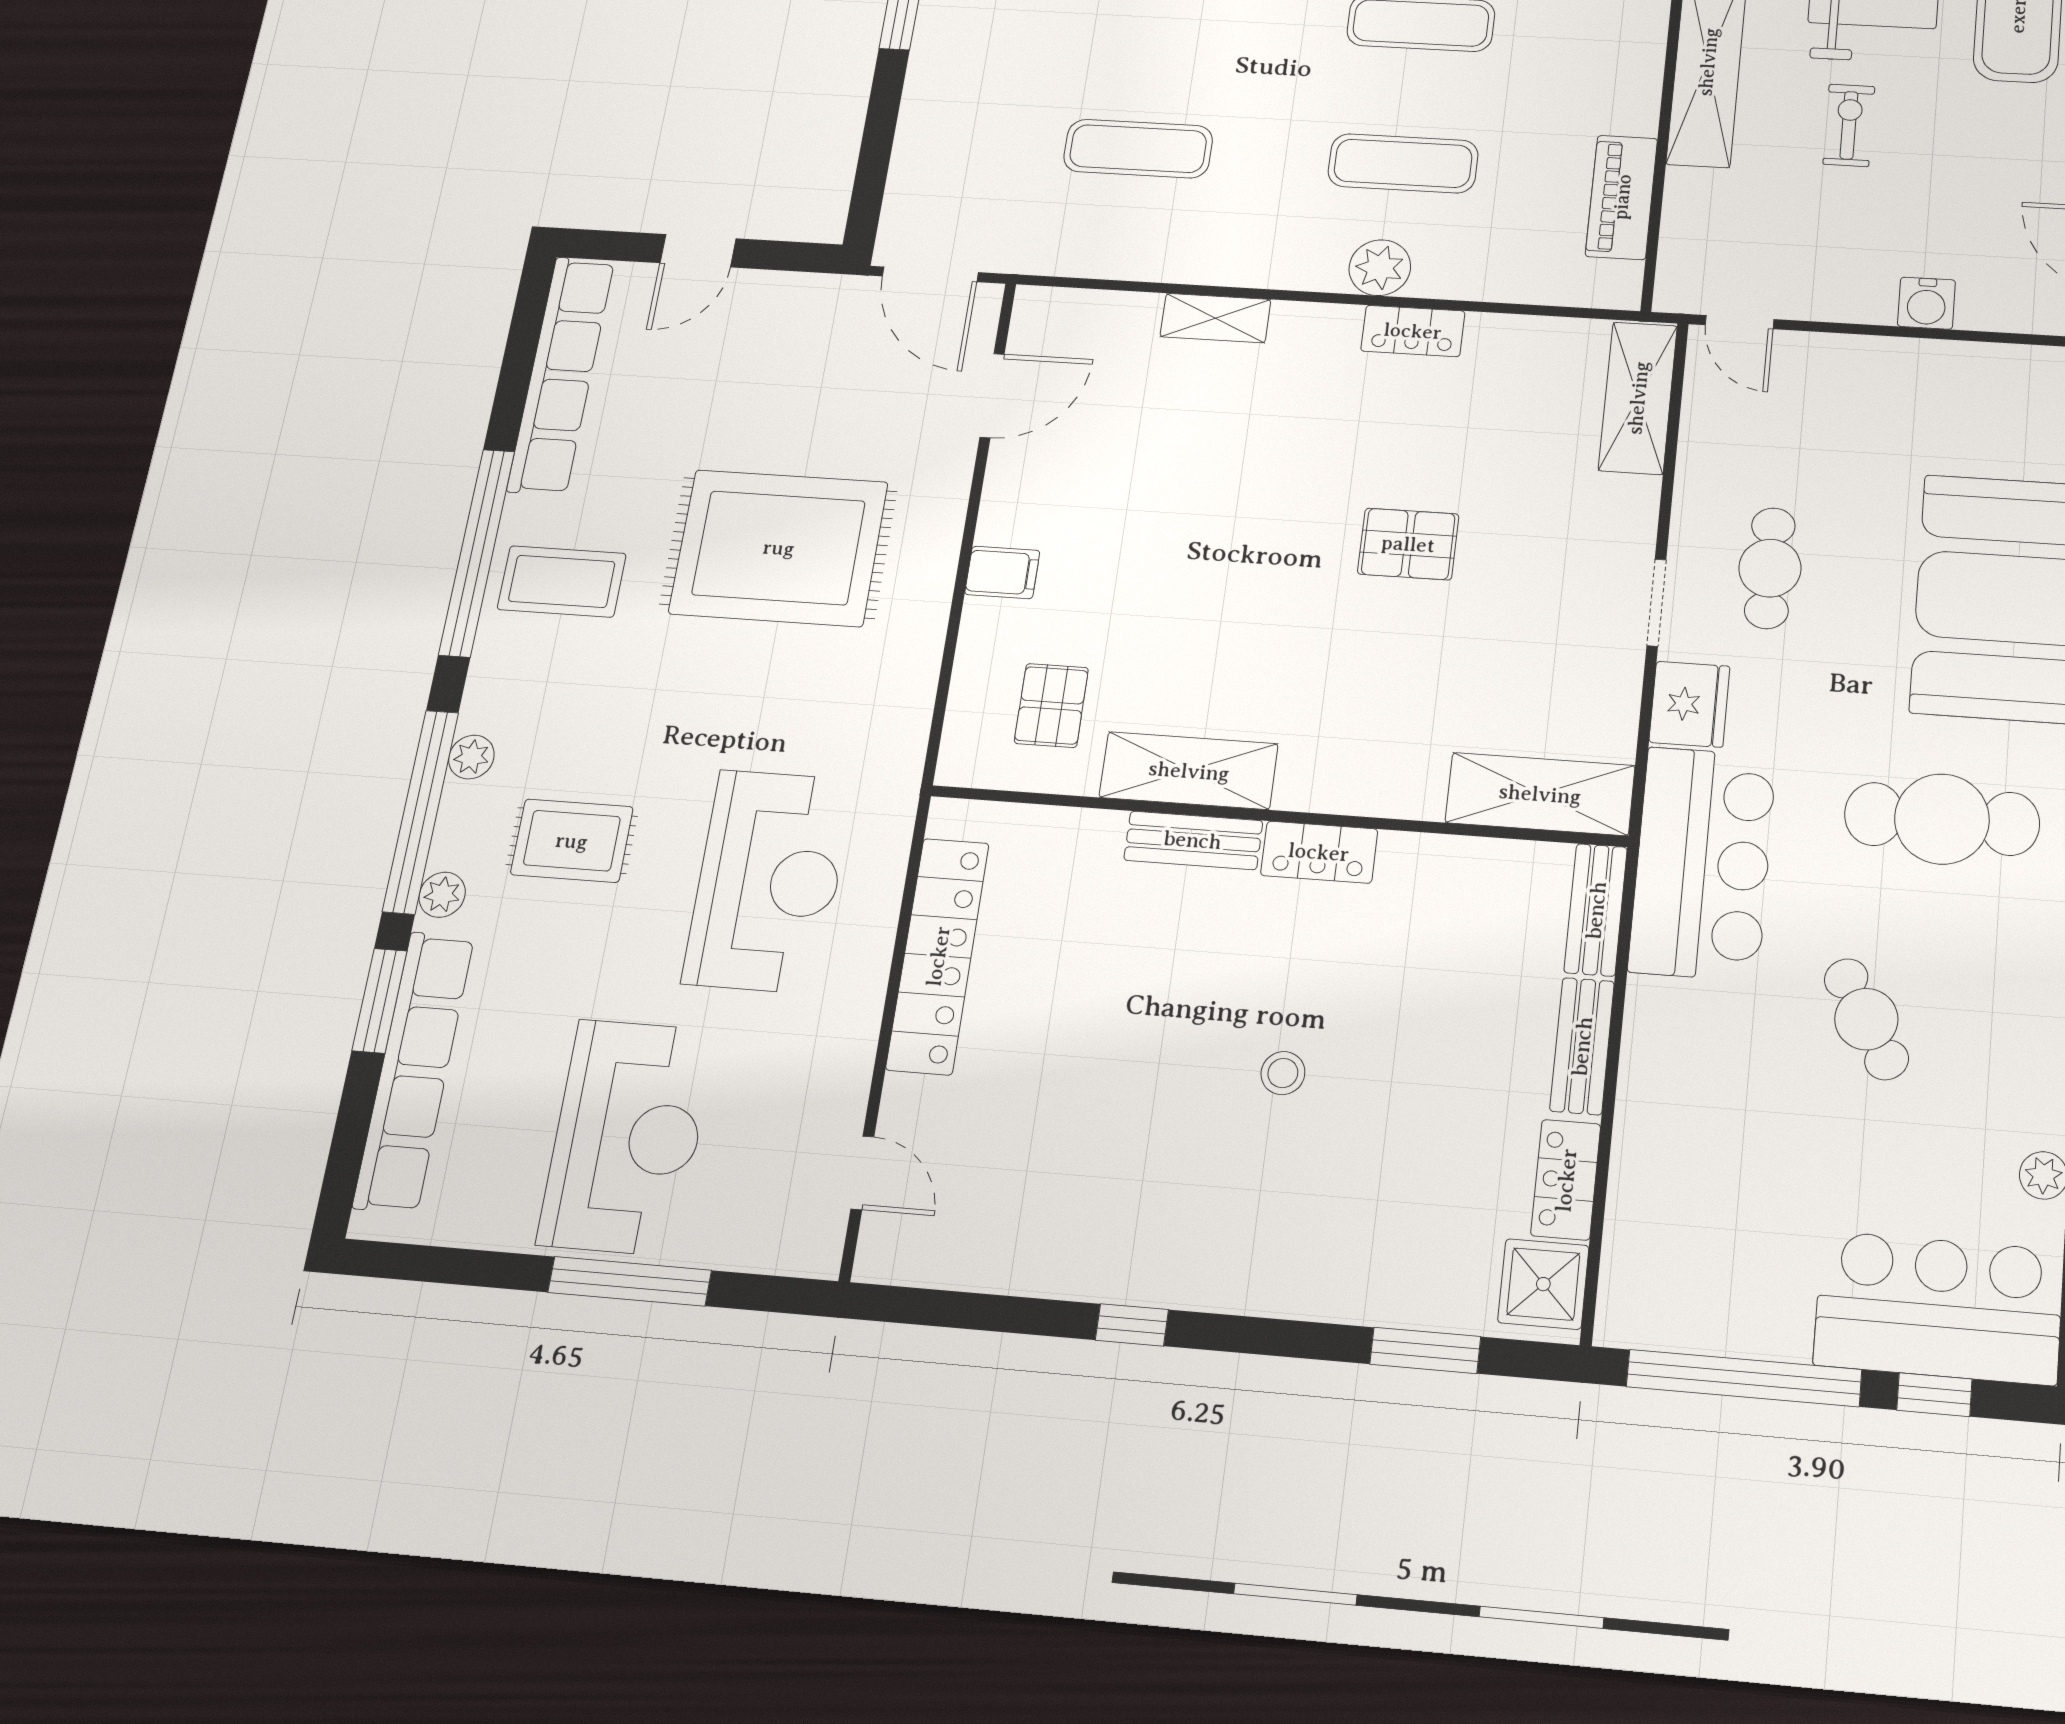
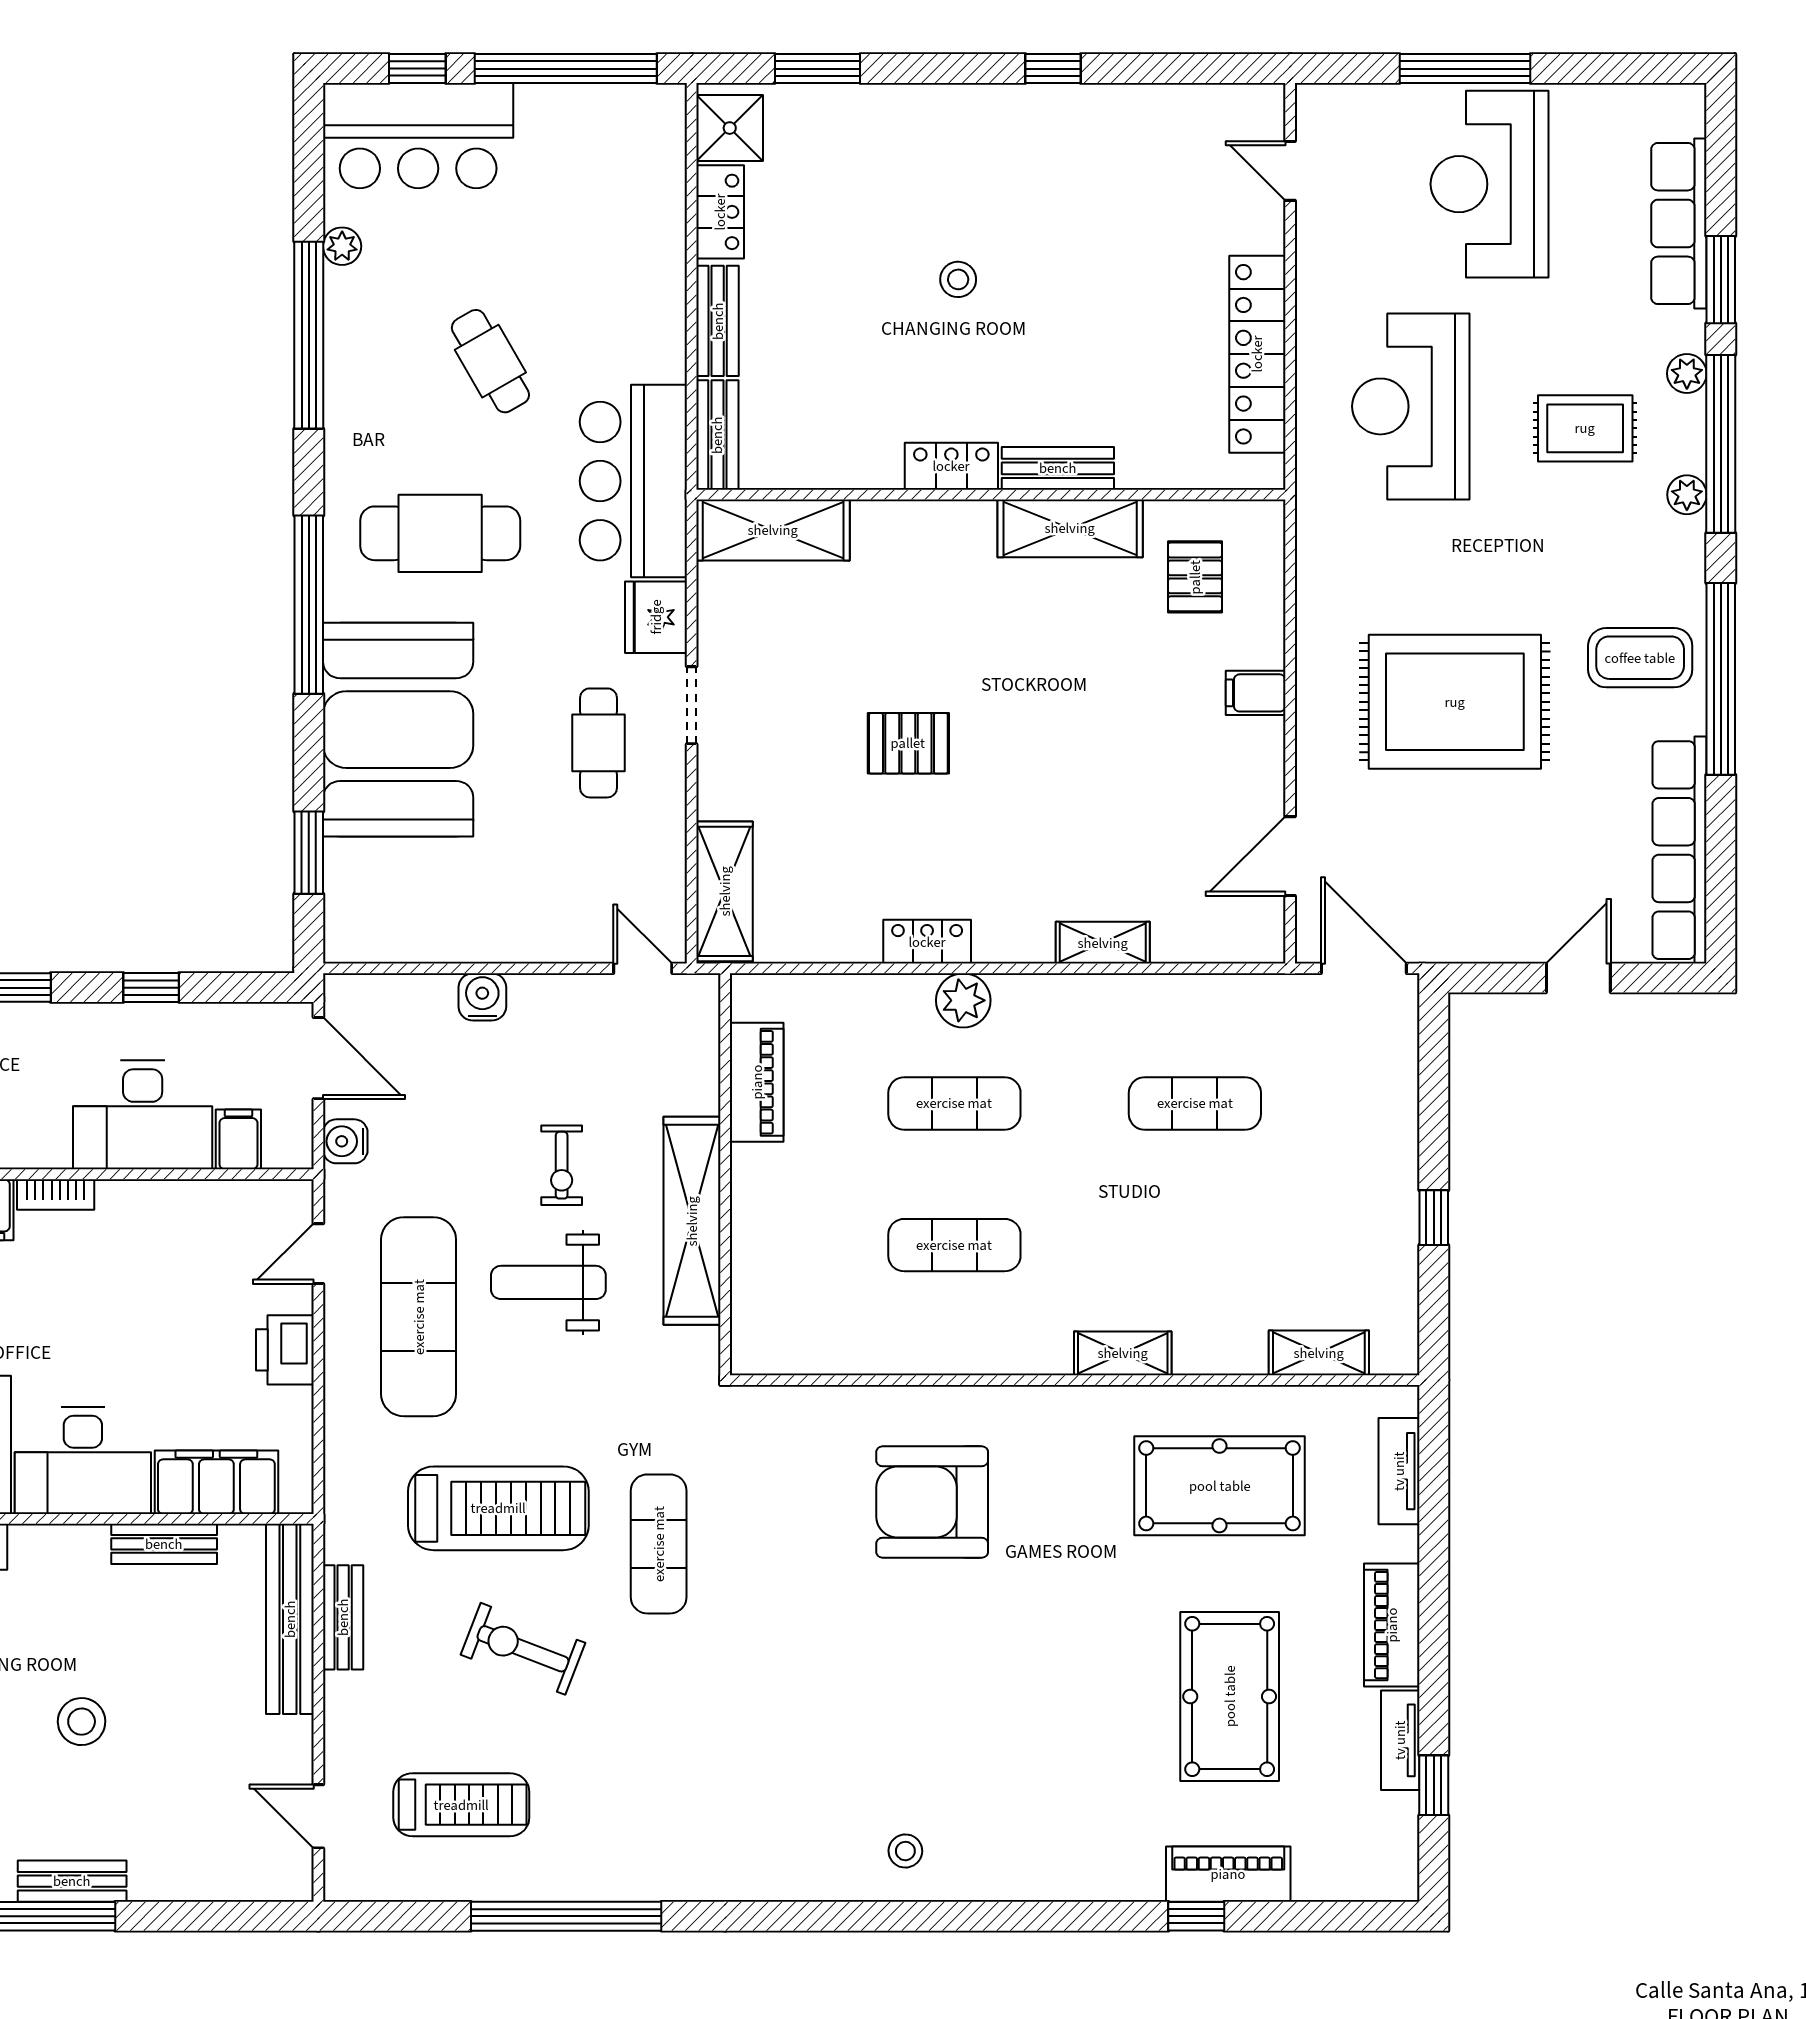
row of seats: (414, 1071) -> (1679, 224), width x0.73

